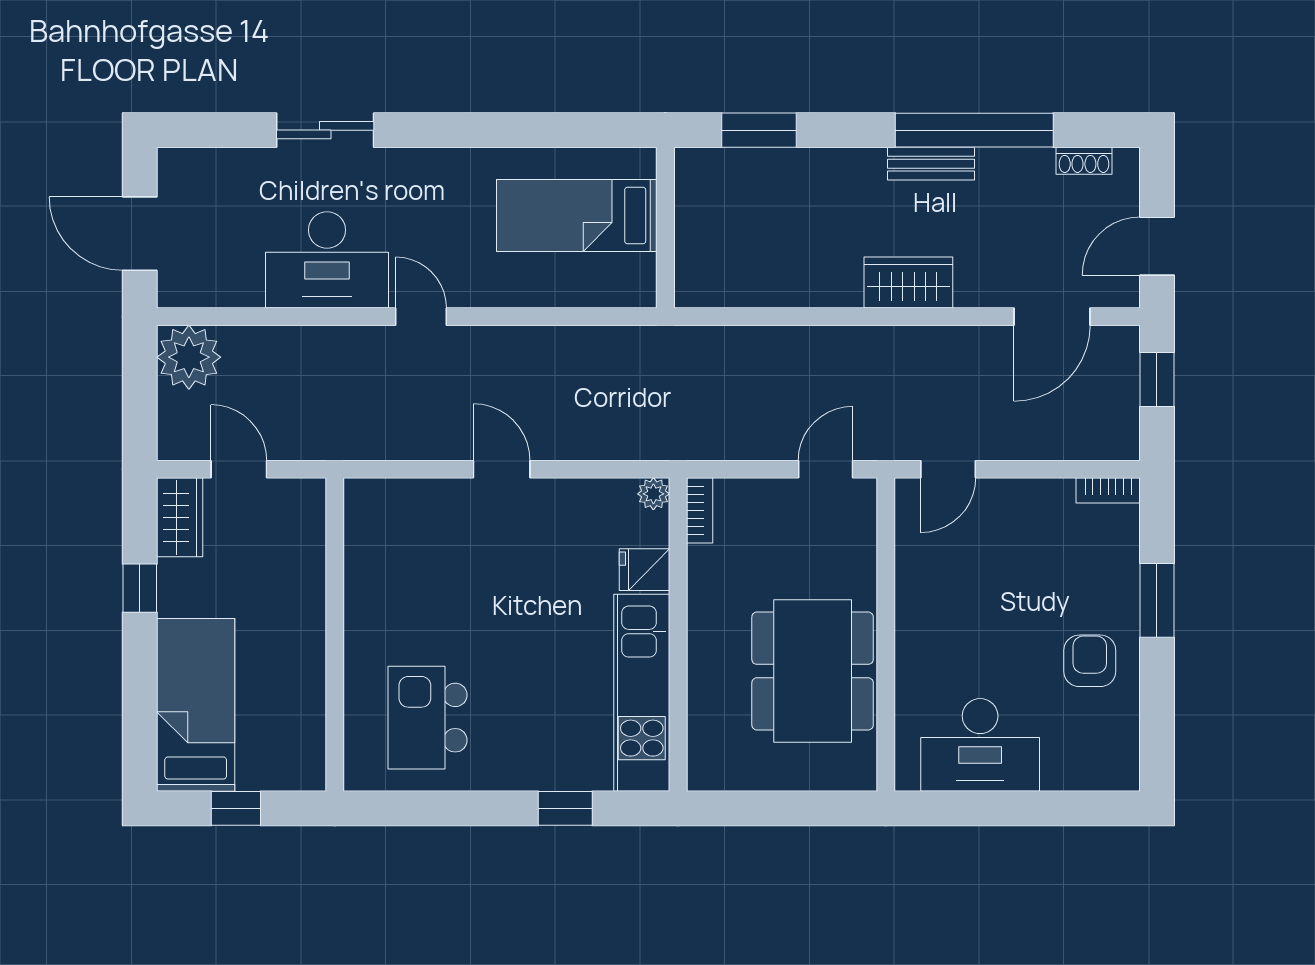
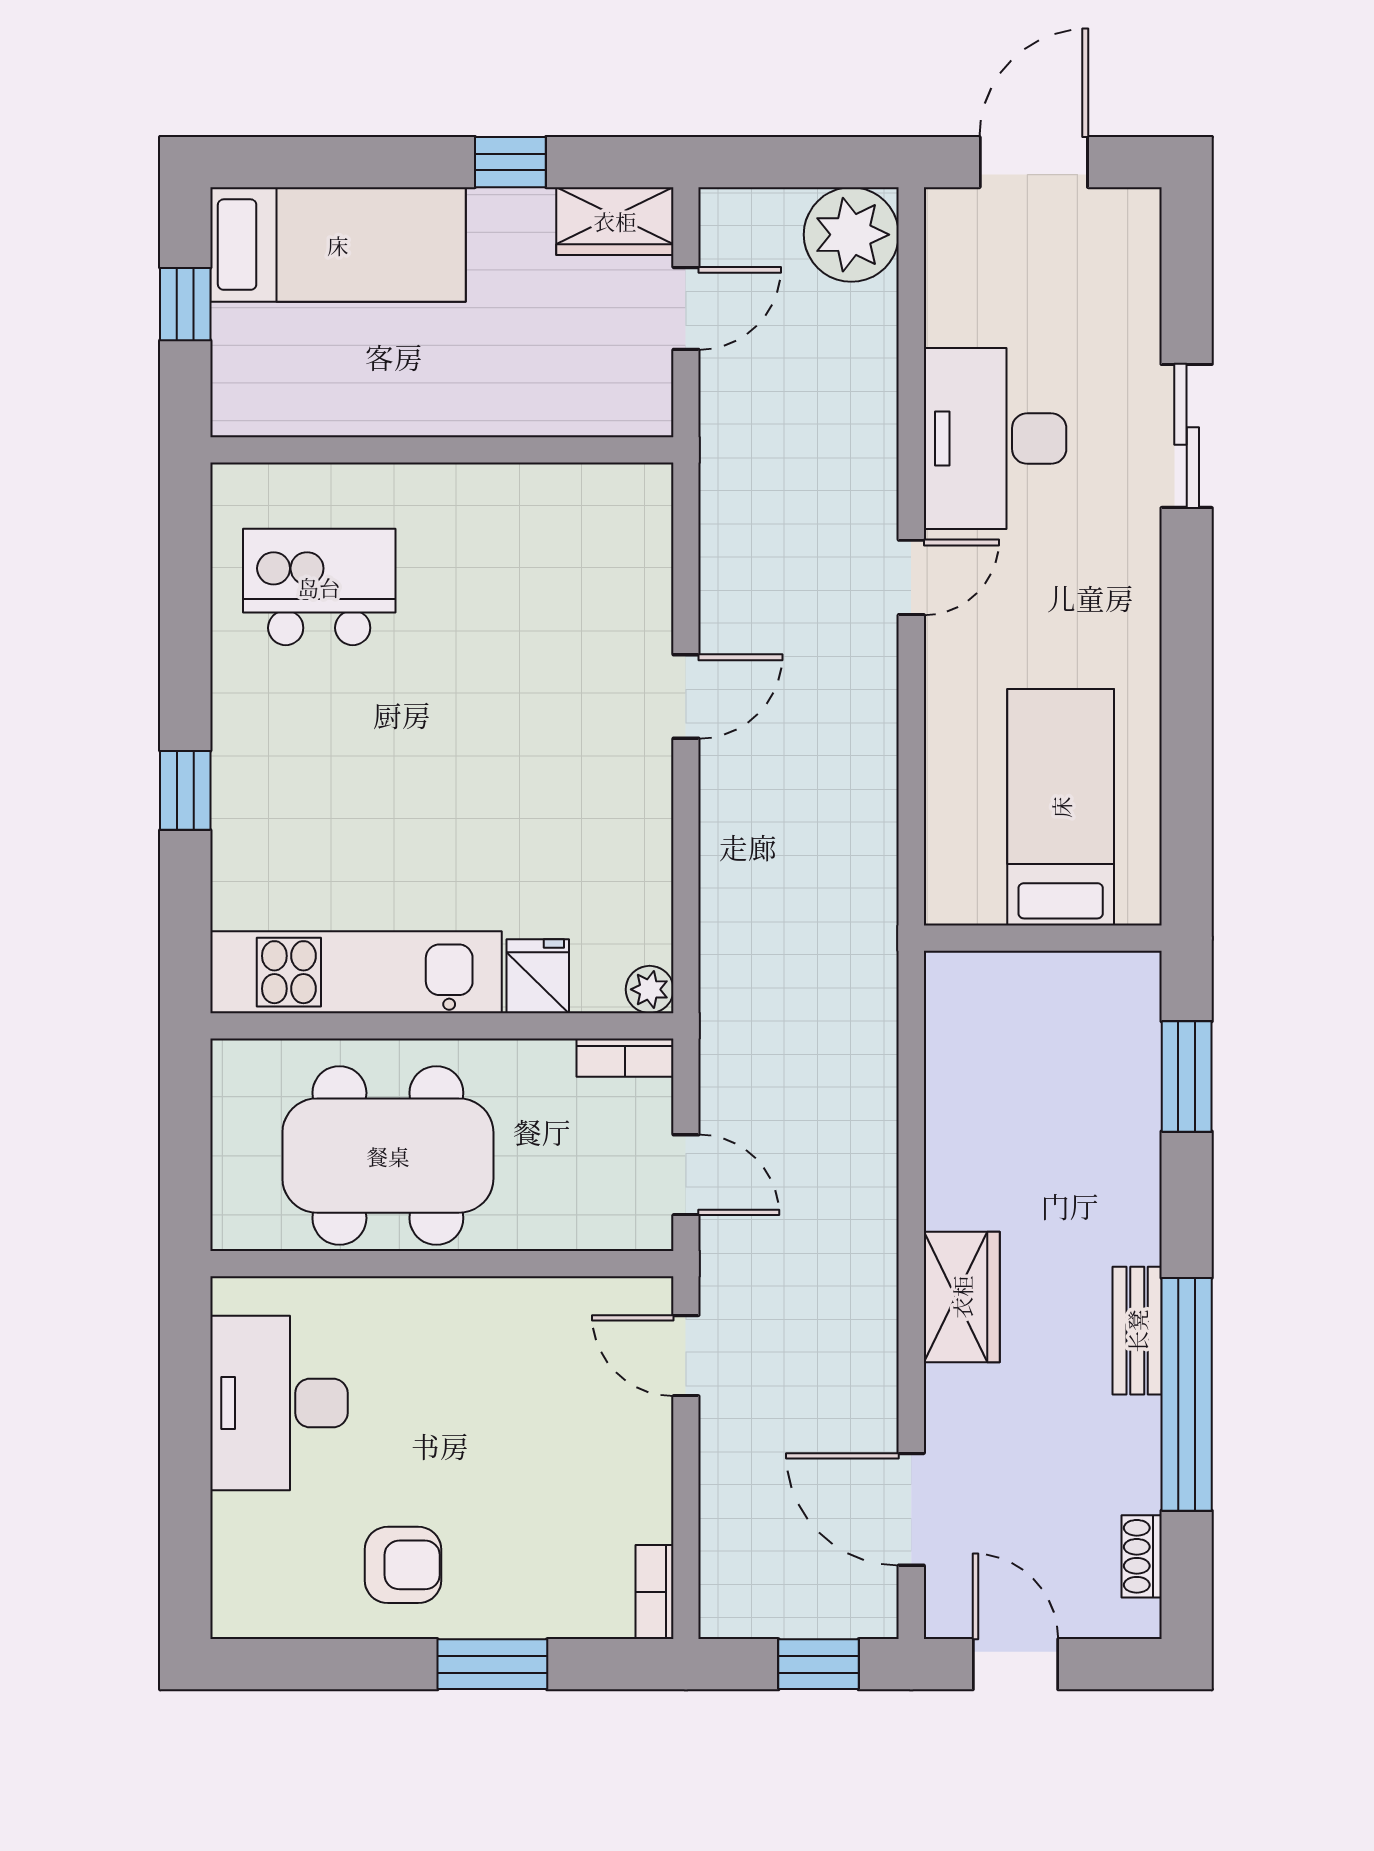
plant: (653, 494) -> (650, 989), moved
bookcase: (700, 510) -> (625, 1058), moved
fridge: (644, 570) -> (538, 976), moved
wall: (678, 635) -> (442, 1026), moved
kitchen unit: (642, 693) -> (356, 972), moved

